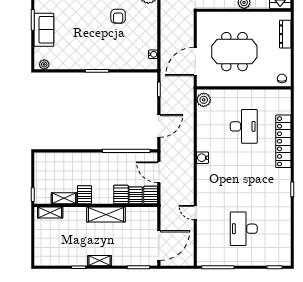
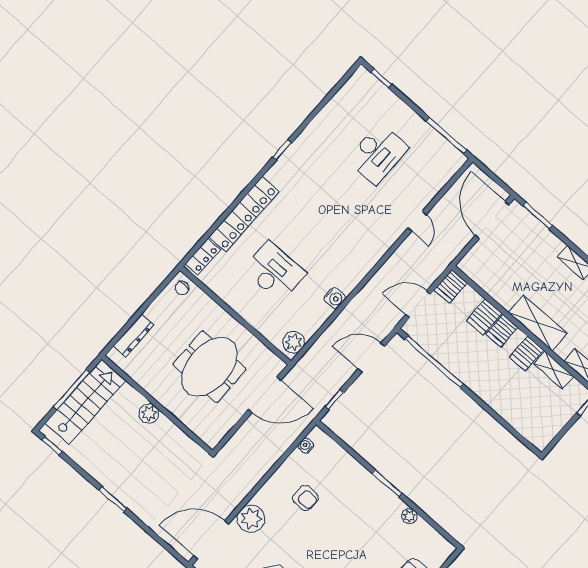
armchair: (118, 16) -> (305, 498), moved, turned 92
meeting table: (234, 52) -> (209, 367), turned 90
plant: (44, 64) -> (409, 516), moved
locker: (285, 103) -> (203, 257), added
desk: (244, 126) -> (274, 271), turned 90
water cooler: (202, 158) -> (335, 298), moved
door: (159, 172) -> (418, 304), swing flipped
server rack: (136, 195) -> (502, 331), moved
shelving: (106, 215) -> (538, 323), moved
door: (159, 245) -> (492, 220), hinge flipped

